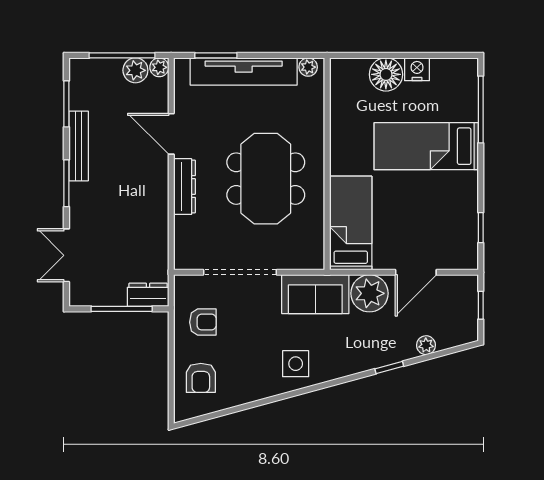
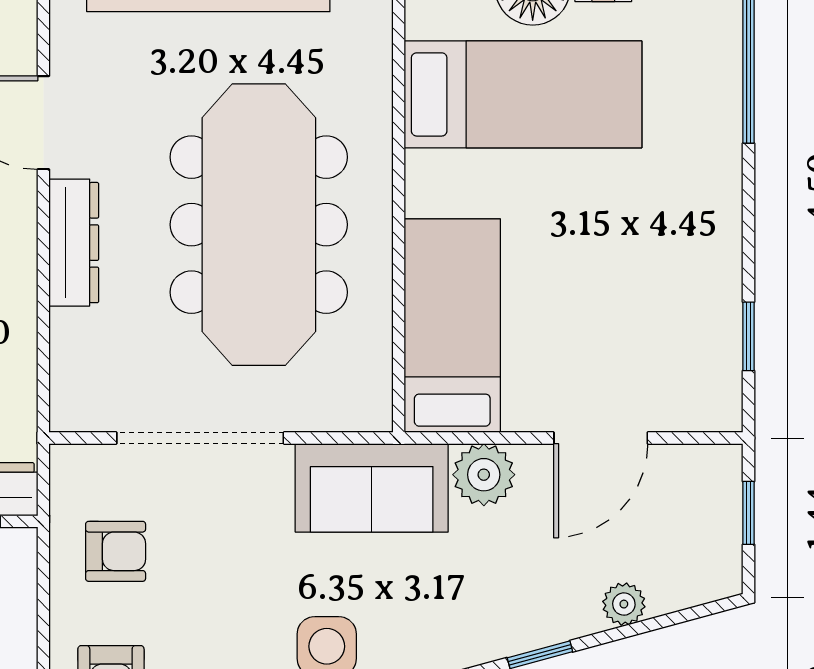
bed: (426, 146) -> (523, 94), moved, turned 180
meeting table: (266, 179) -> (259, 225), width x1.36
plant: (369, 293) -> (484, 475), width x0.73, depth x0.73

